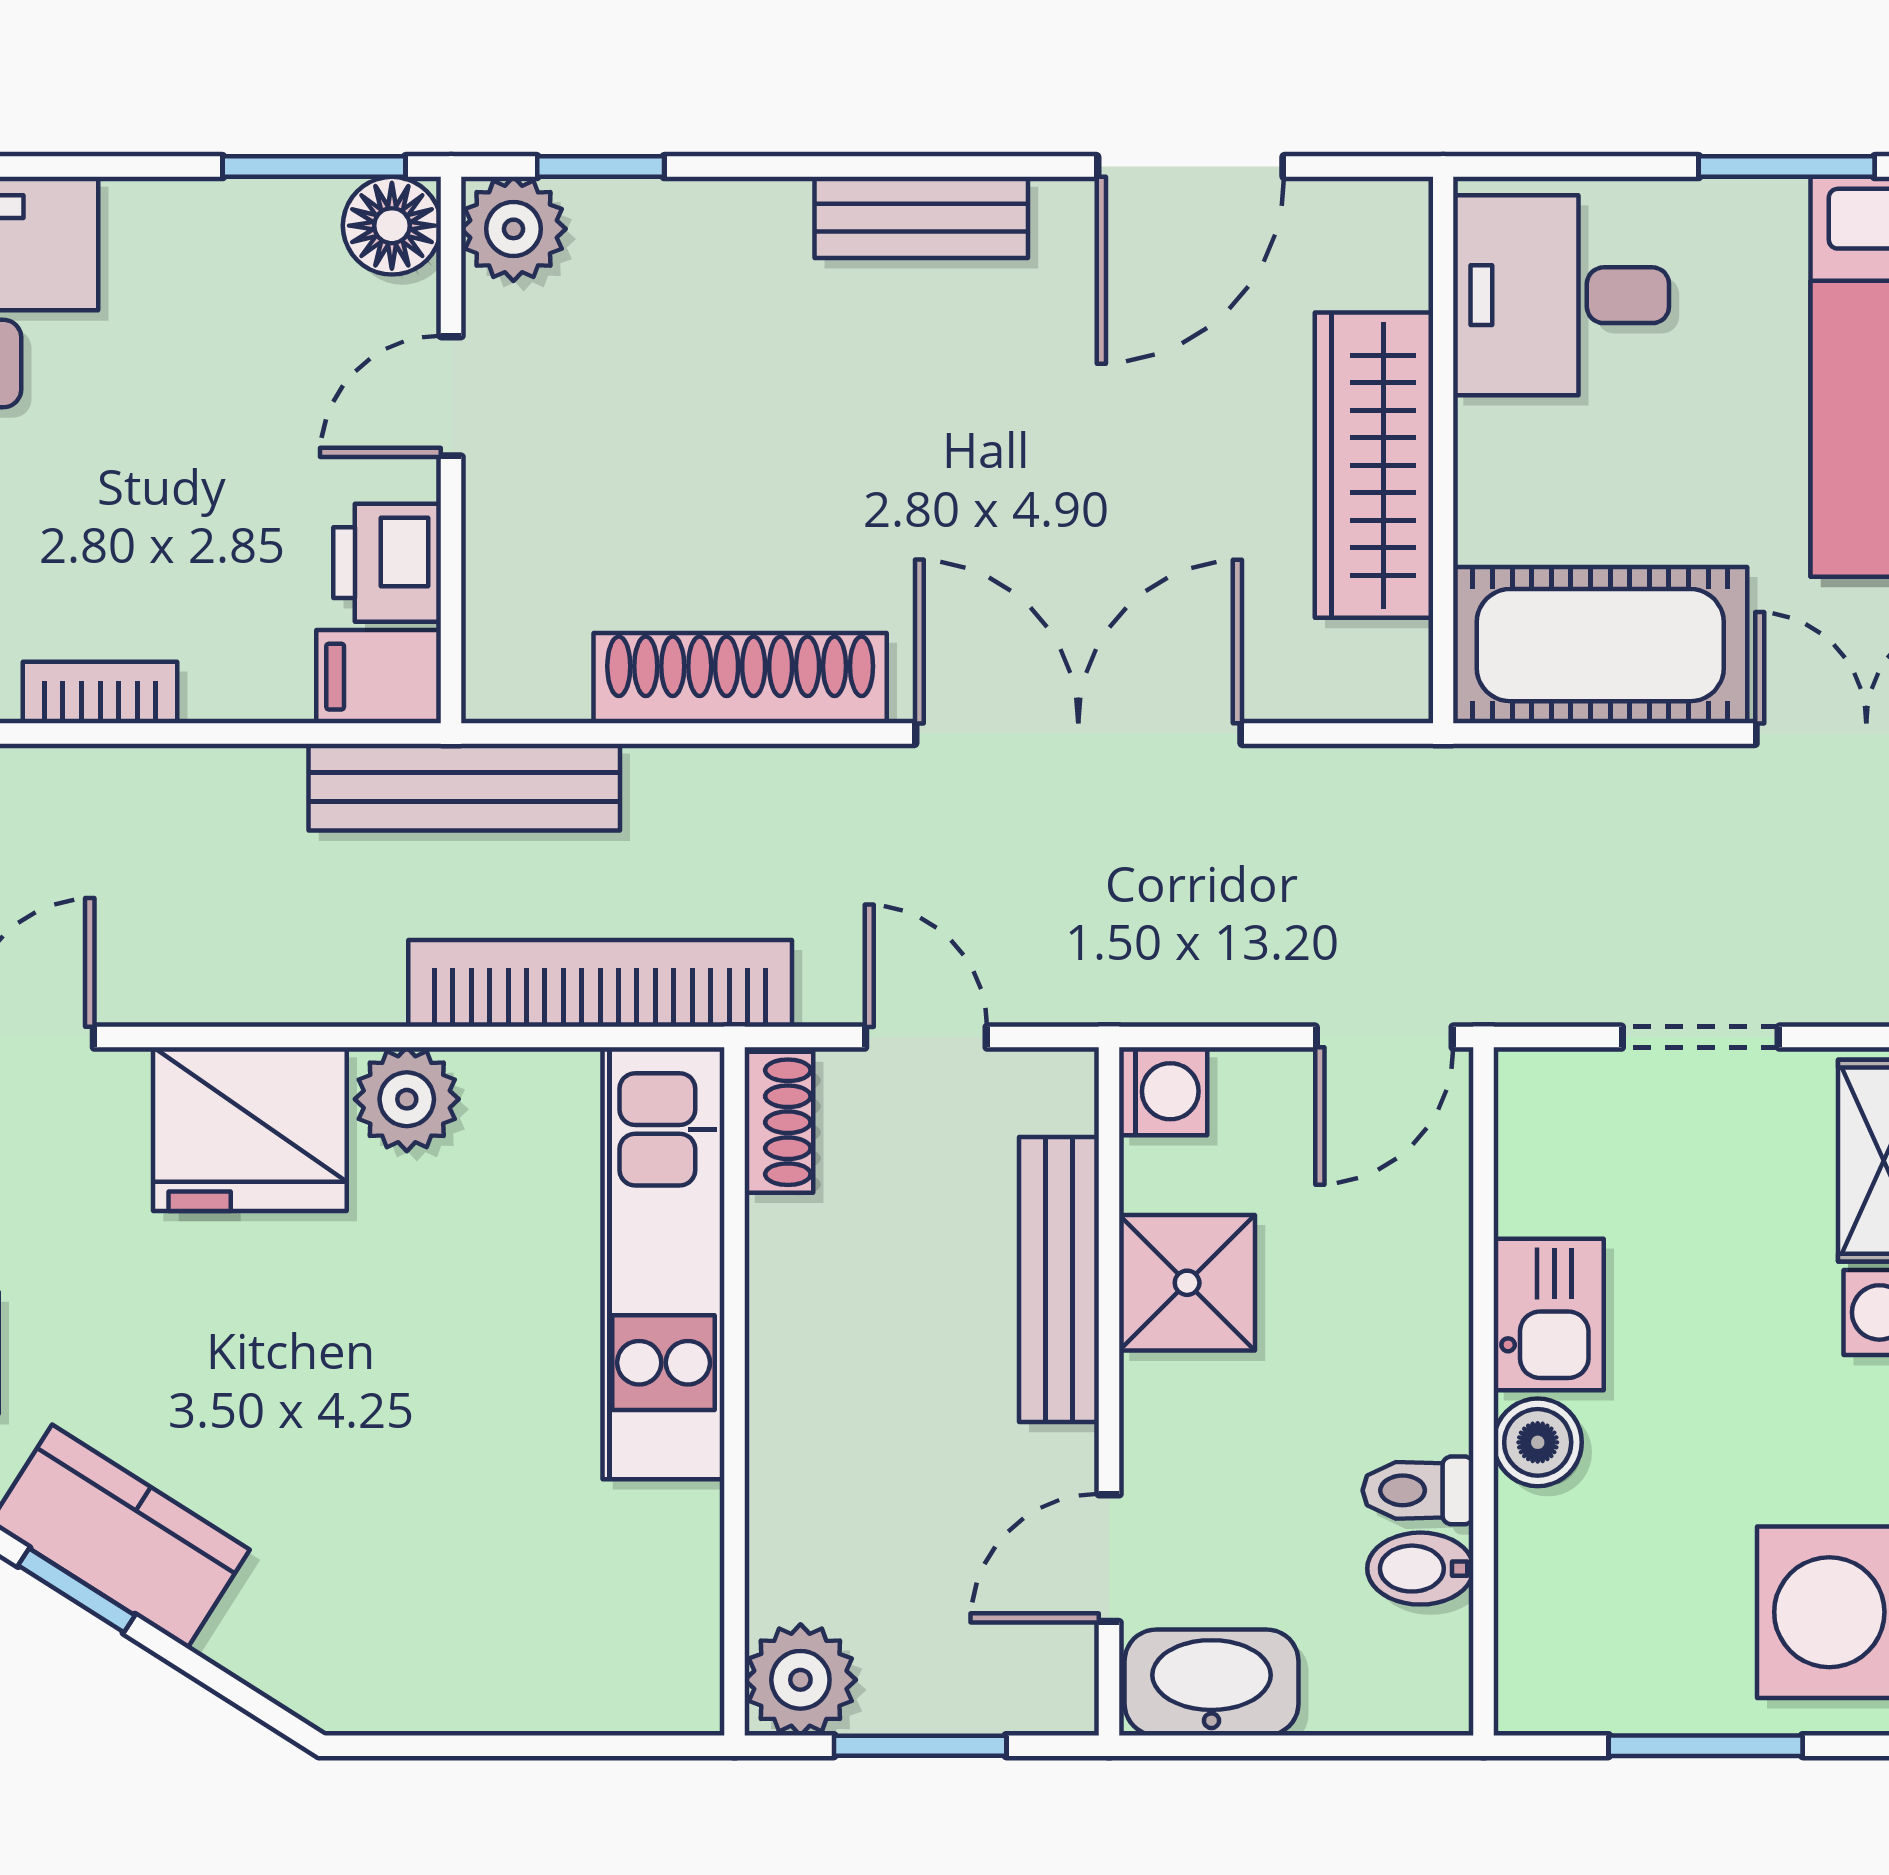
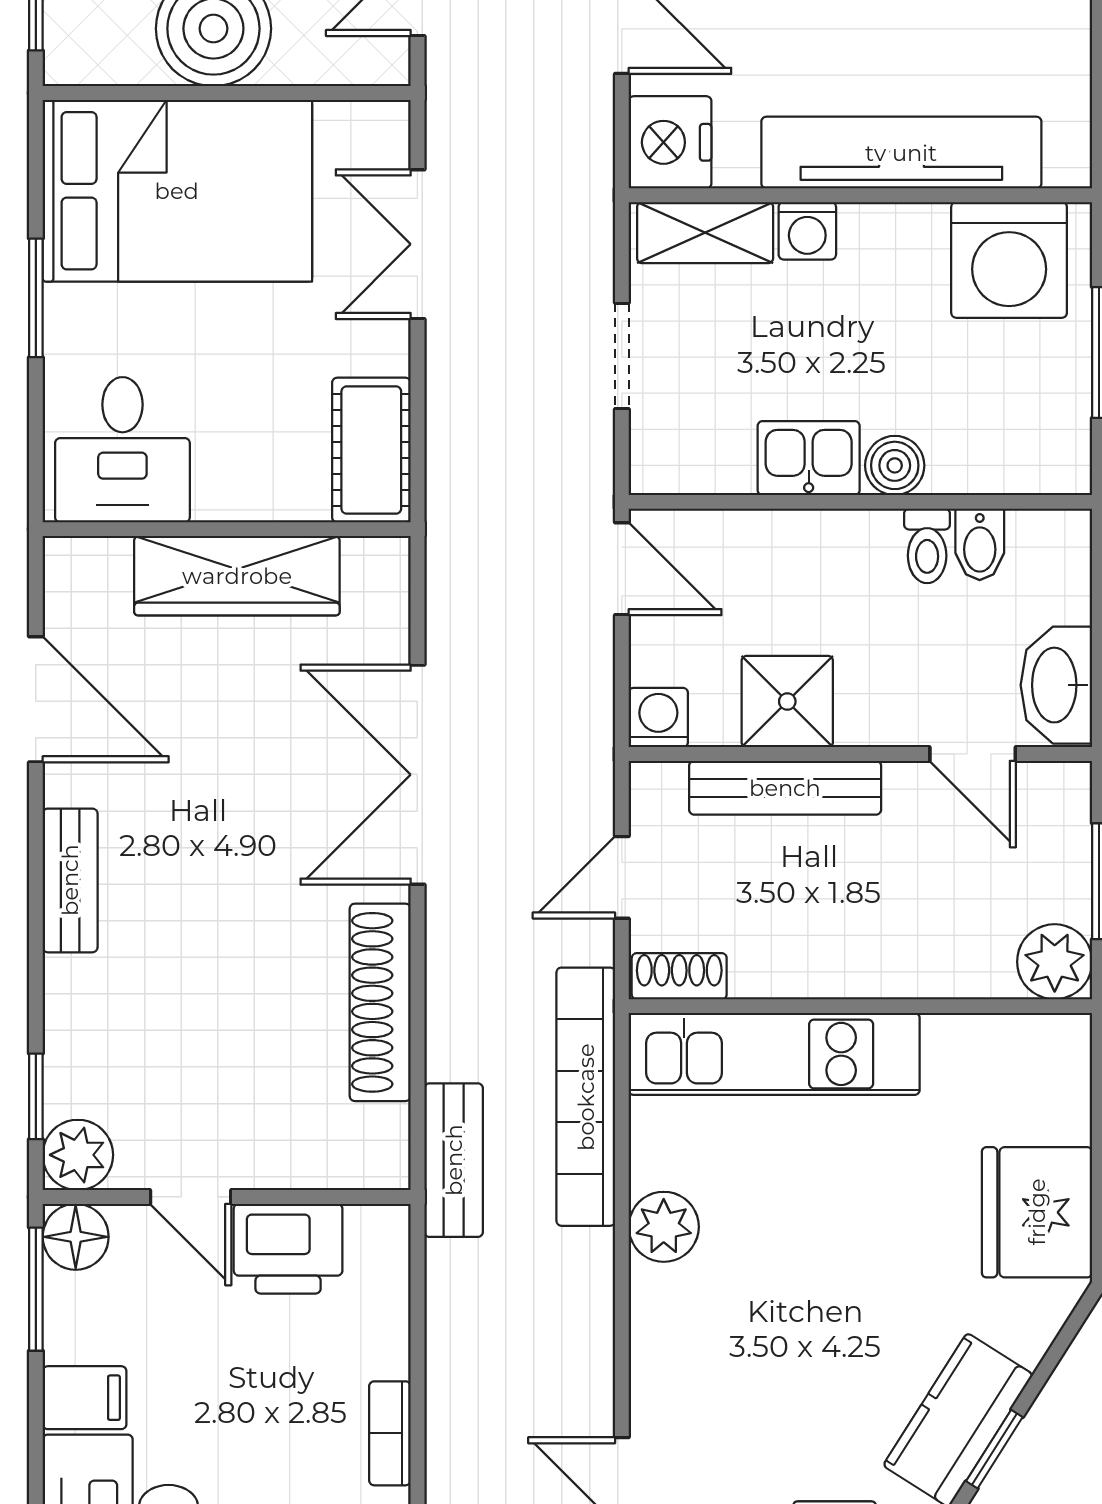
printer: (387, 563) -> (288, 1249), width x1.36, depth x1.24
cot: (1600, 645) -> (371, 450), width x0.73, depth x0.75
filing cabinet: (379, 677) -> (85, 1398), moved, turned -90
bench: (464, 787) -> (454, 1160), width x0.73
fridge: (250, 1129) -> (1037, 1212), moved, turned 180

